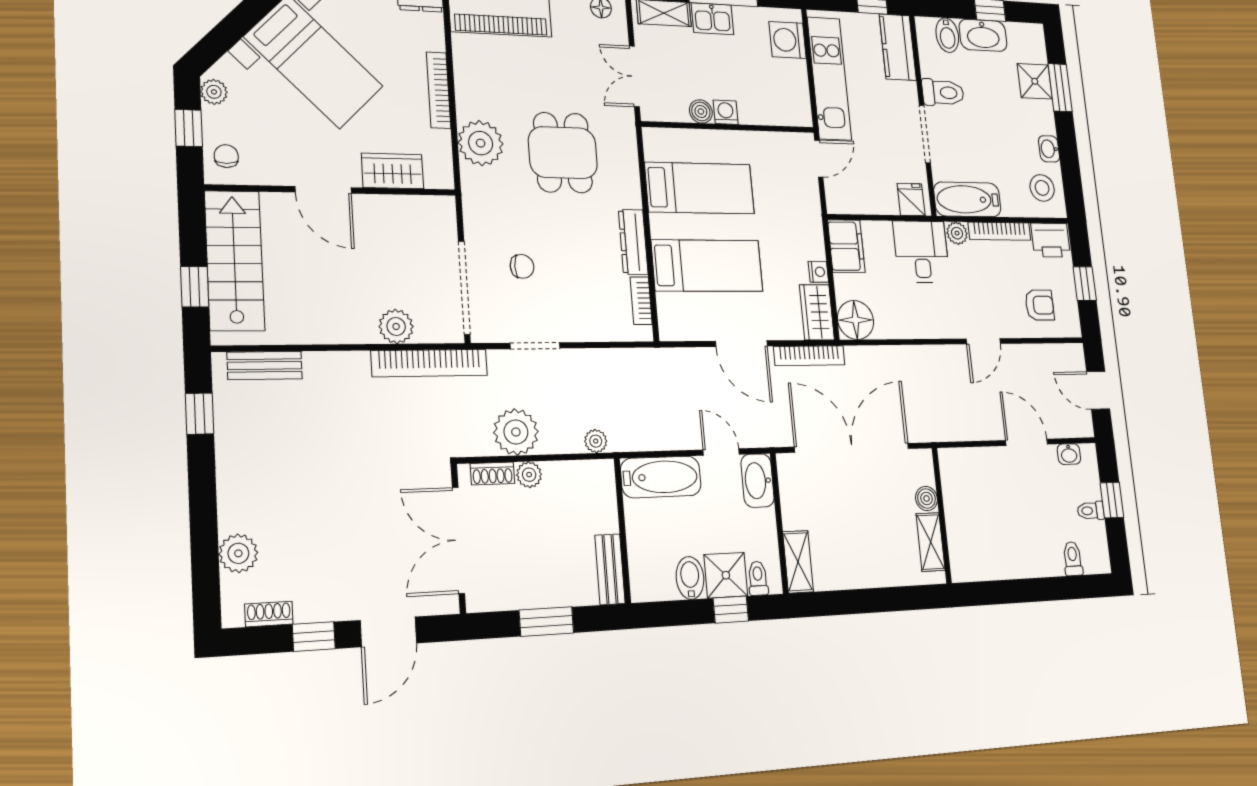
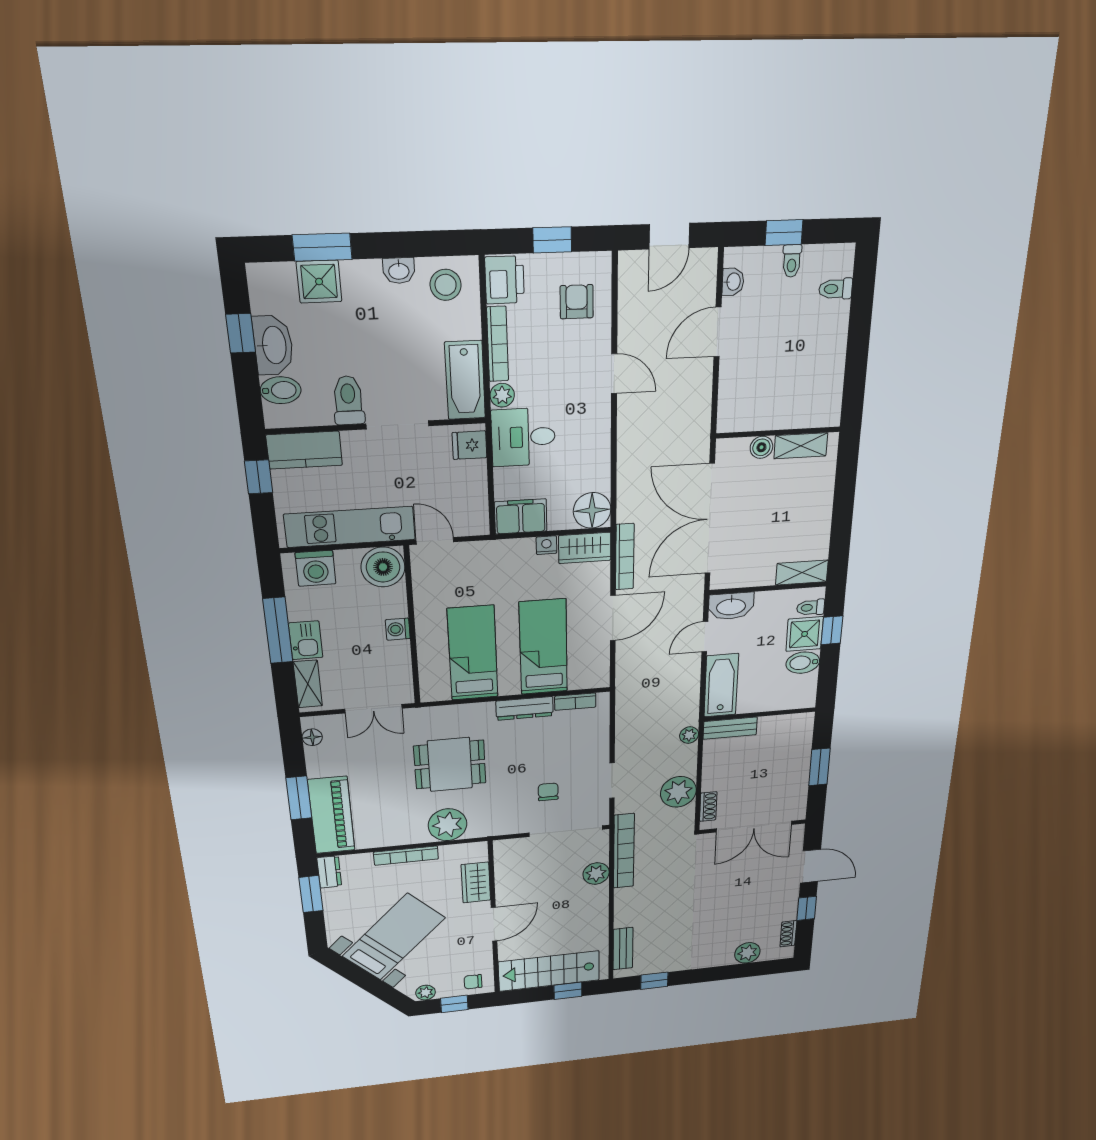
boiler: (701, 111) -> (383, 567), moved, width x1.86, depth x1.86
plant: (529, 475) -> (711, 782), removed
bench: (610, 569) -> (730, 728), moved

